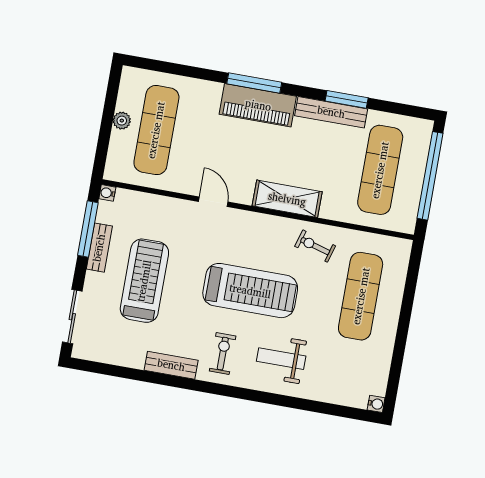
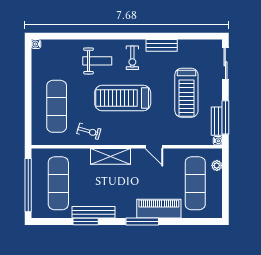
piano: (258, 105) -> (159, 209), moved
plant: (122, 121) -> (217, 165), moved
bench: (99, 248) -> (217, 121), moved

